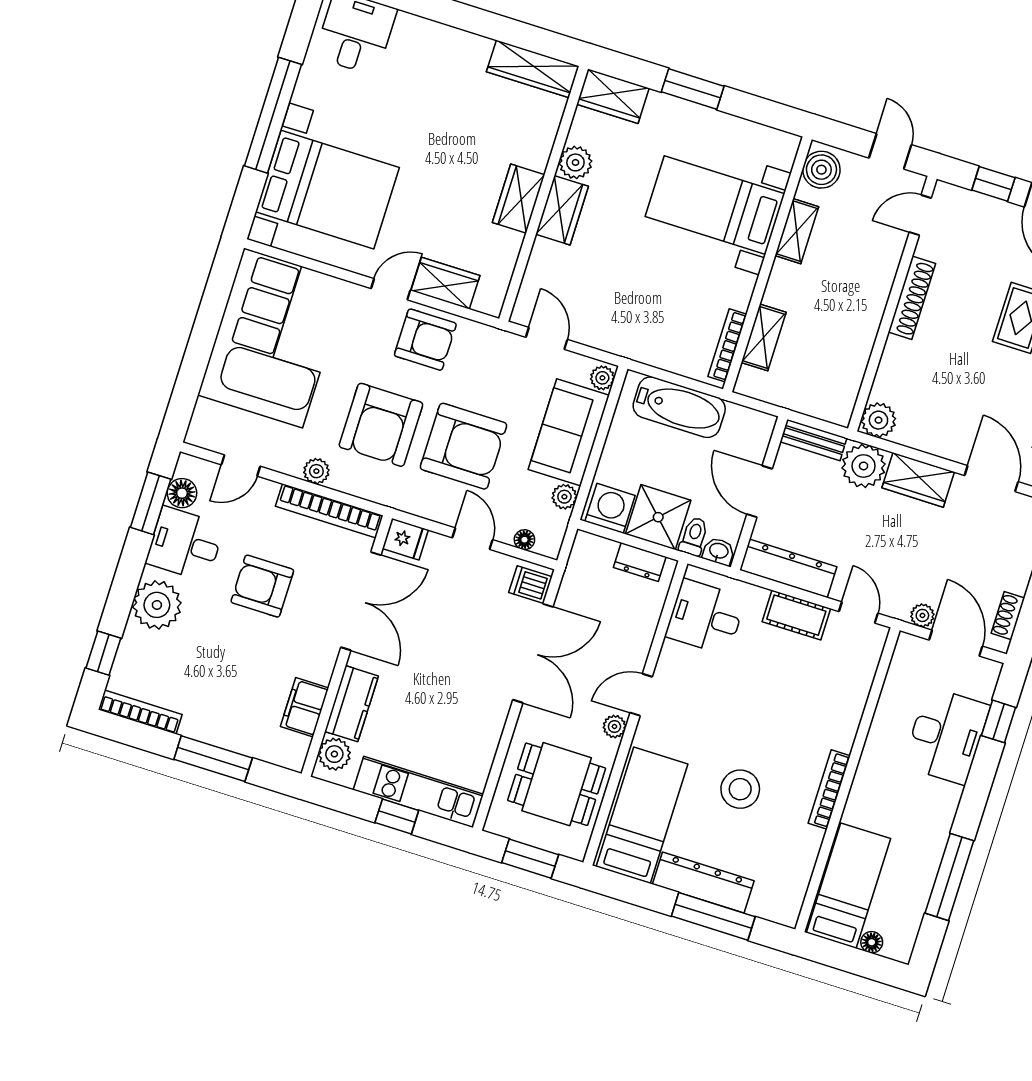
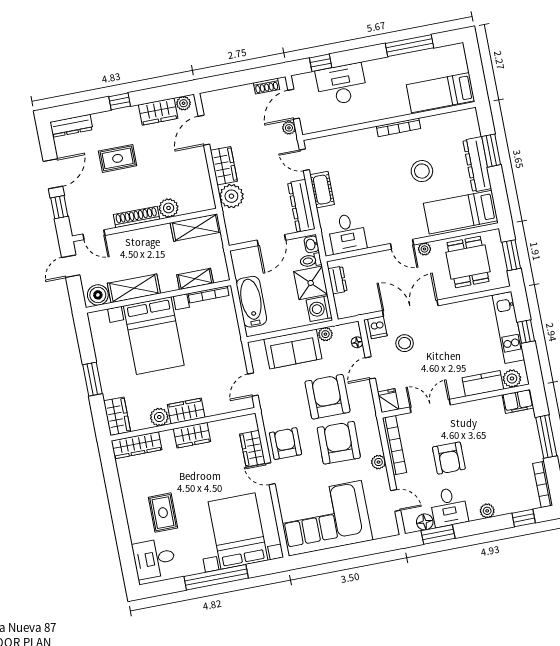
wardrobe: (533, 69) -> (137, 445), moved, turned 90
rug: (421, 86) -> (163, 513), added
bed with nightstands: (715, 205) -> (154, 336), width x1.36
shelving: (797, 231) -> (134, 288), width x1.50, depth x1.33
plant: (602, 378) -> (257, 347), removed
shelving: (845, 382) -> (196, 227), added
plant: (878, 420) -> (169, 208), moved
armchair: (381, 425) -> (339, 443), turned -89
bench: (813, 440) -> (232, 227), removed
double door: (361, 601) -> (430, 406), width x0.73
plant: (157, 605) -> (487, 511), width x0.53, depth x0.53
door: (858, 612) -> (304, 160), hinge flipped
stool: (482, 614) -> (405, 343), added
filing cabinet: (305, 707) -> (518, 401), moved
window: (713, 916) -> (491, 151), width x0.69
floor lamp: (872, 942) -> (462, 66), removed

